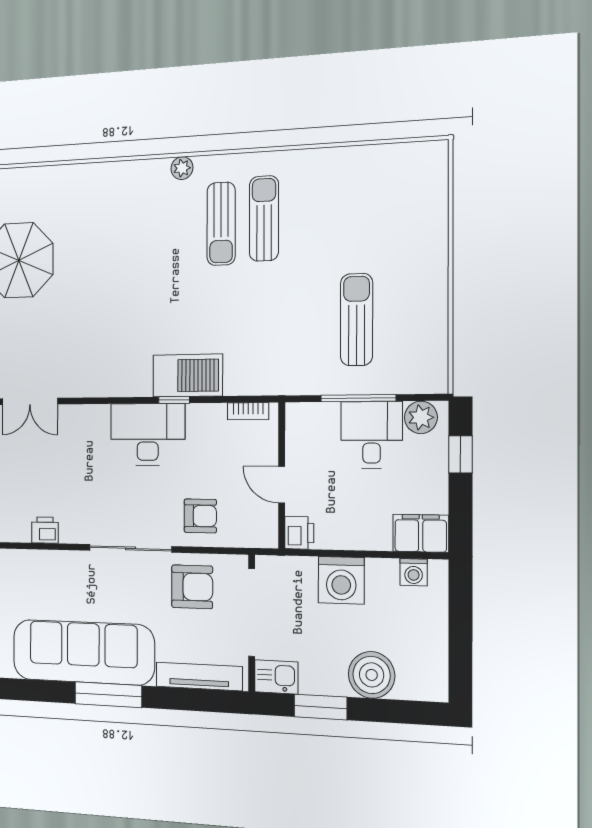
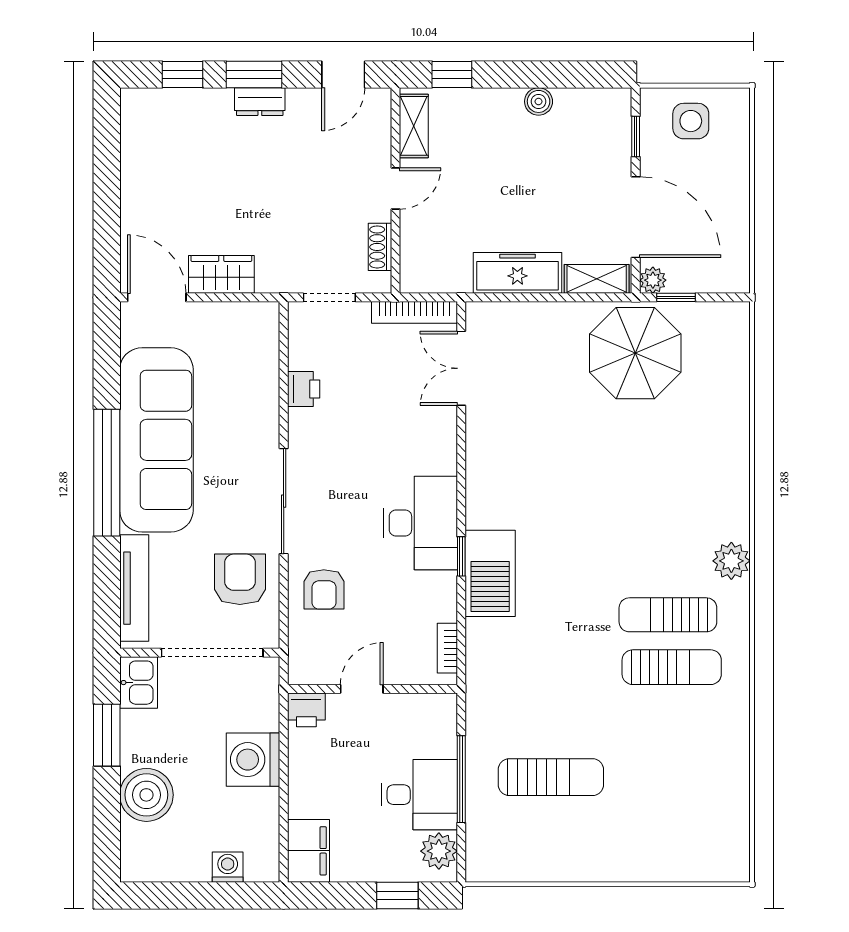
plant: (182, 168) -> (731, 561), width x1.38, depth x1.38
washing machine: (414, 572) -> (228, 867), moved, turned 90
armchair: (192, 587) -> (240, 579), turned 180
window: (108, 695) -> (107, 473), width x1.46

